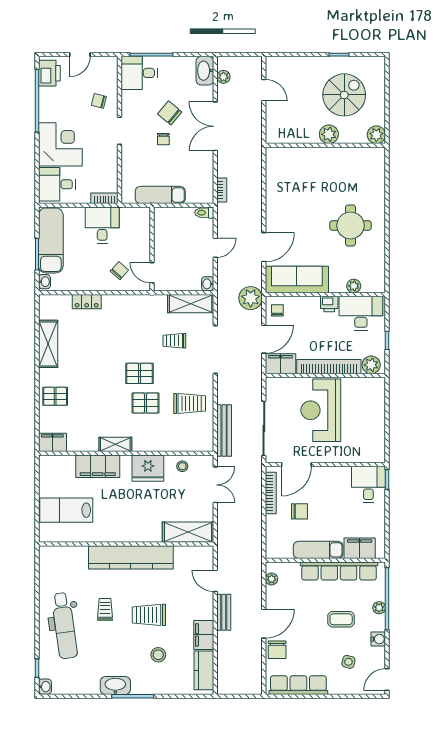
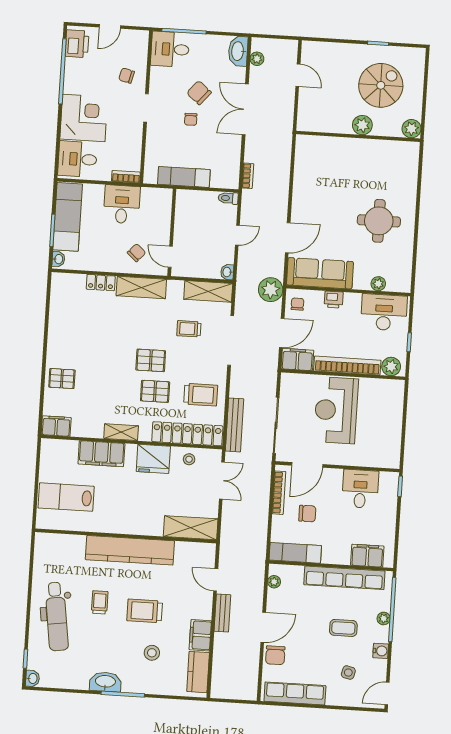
printer: (329, 304) -> (334, 300), moved
shelving: (48, 344) -> (141, 287), moved, turned 90
locker: (179, 442) -> (187, 434), added
desk: (368, 484) -> (360, 489), moved
exam couch: (318, 550) -> (295, 553), moved

